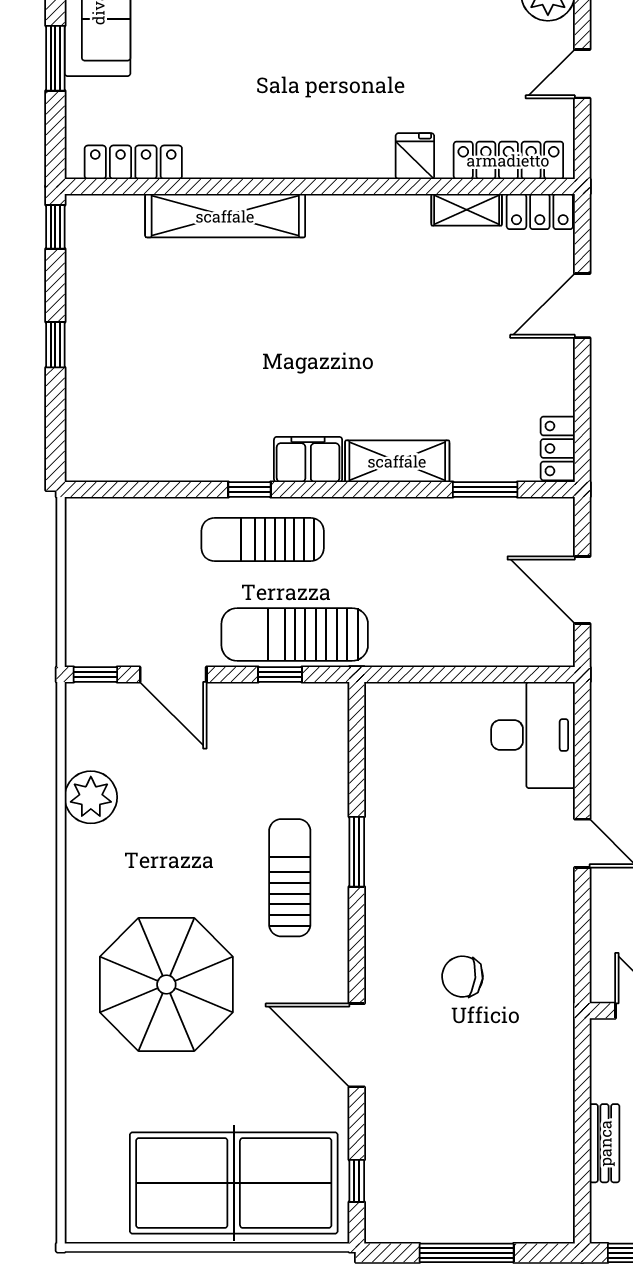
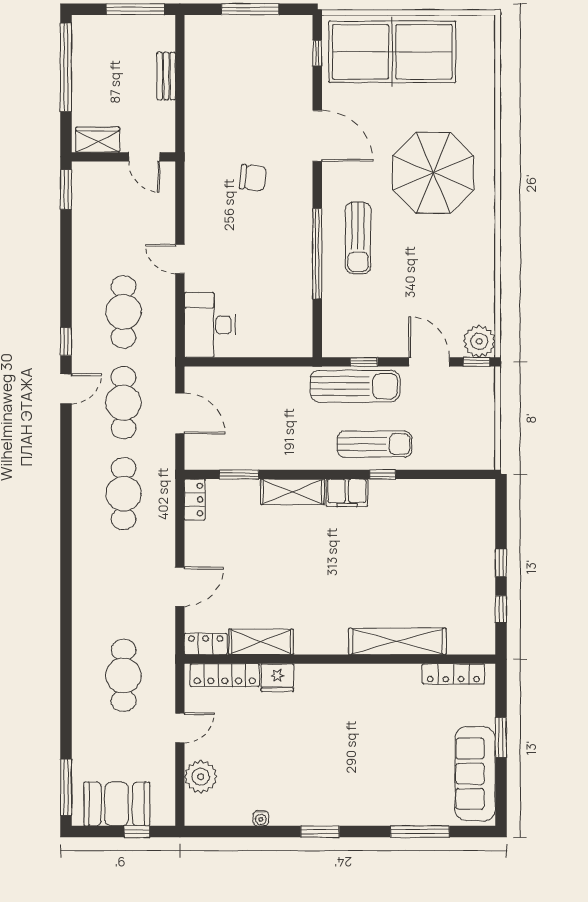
fridge: (415, 156) -> (277, 678), width x1.38
shelving: (467, 210) -> (261, 642), width x1.50, depth x1.33
window: (55, 227) -> (501, 609), moved
plant: (91, 797) -> (479, 341), moved
window: (357, 852) -> (317, 254), width x2.11

